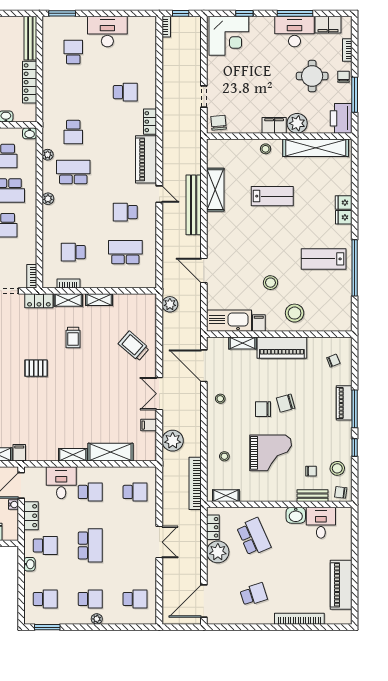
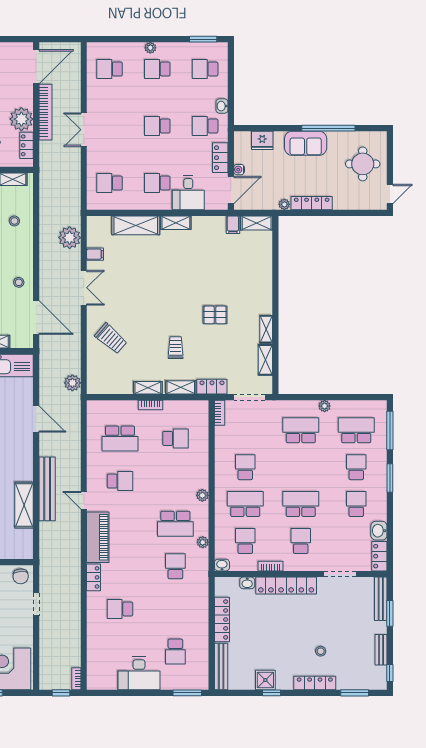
bookcase: (68, 284) -> (151, 405), moved
bookcase: (195, 483) -> (46, 112), moved
school desk: (90, 545) -> (157, 126), width x0.54

